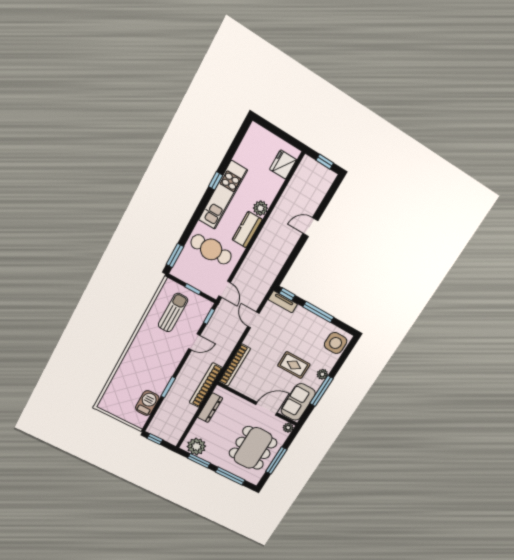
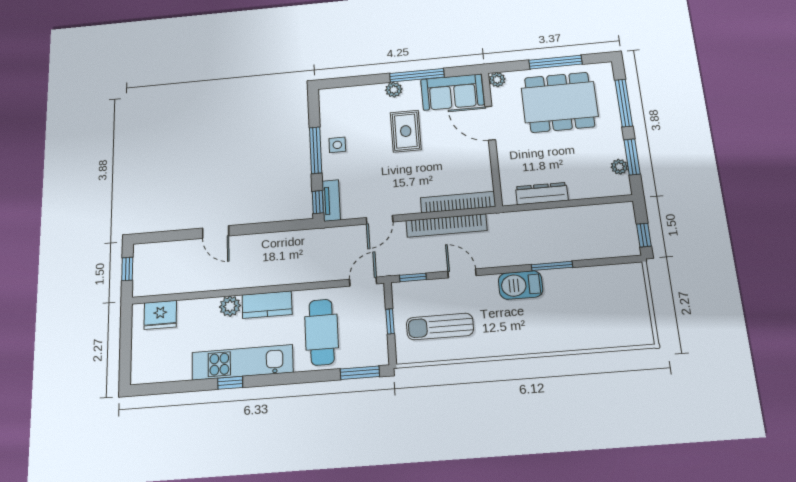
side table: (336, 343) -> (337, 145), moved, width x0.54, depth x0.54
bookcase: (206, 385) -> (446, 226), moved
barbecue: (147, 403) -> (521, 285), moved
plant: (196, 446) -> (619, 167), width x0.53, depth x0.53

